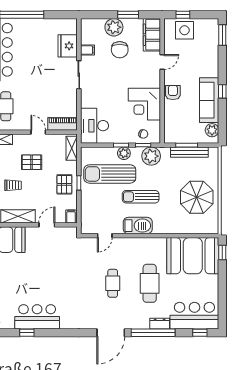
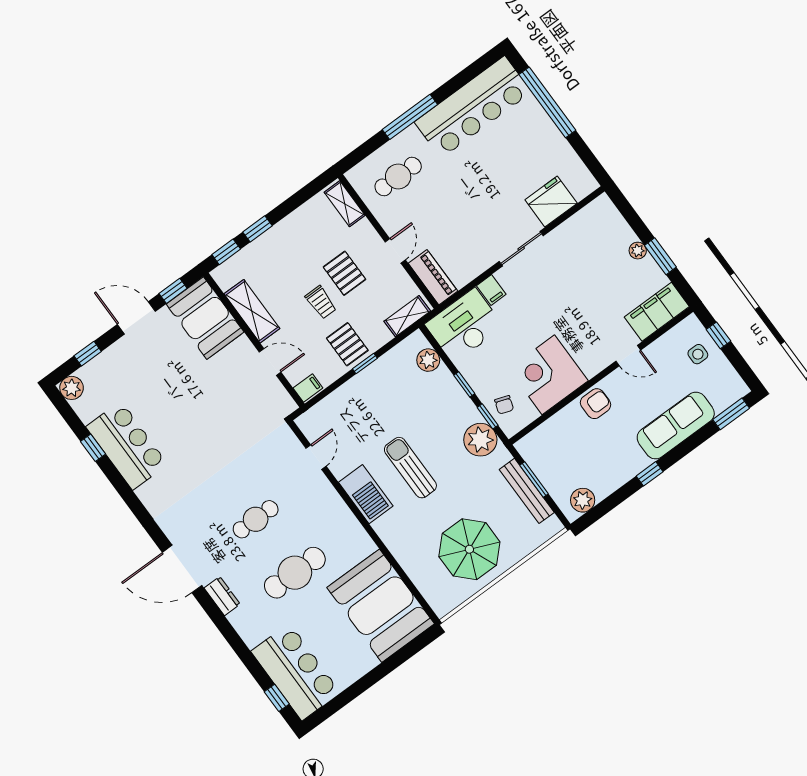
plant: (114, 27) -> (638, 251), width x0.53, depth x0.53
side table: (184, 30) -> (698, 354), width x0.54, depth x0.54
filing cabinet: (87, 50) -> (491, 290), moved
chair: (120, 50) -> (601, 281), removed
sofa: (209, 100) -> (676, 426), moved
plant: (124, 153) -> (428, 360), moved
sun lounger: (110, 174) -> (411, 399), removed
pallet: (64, 184) -> (347, 344), turned 90
trolley: (13, 185) -> (321, 302), moved
door: (105, 236) -> (316, 457), swing flipped
window: (222, 252) -> (417, 645), removed
dresser: (160, 324) -> (222, 596), moved
window: (153, 333) -> (227, 630), removed

